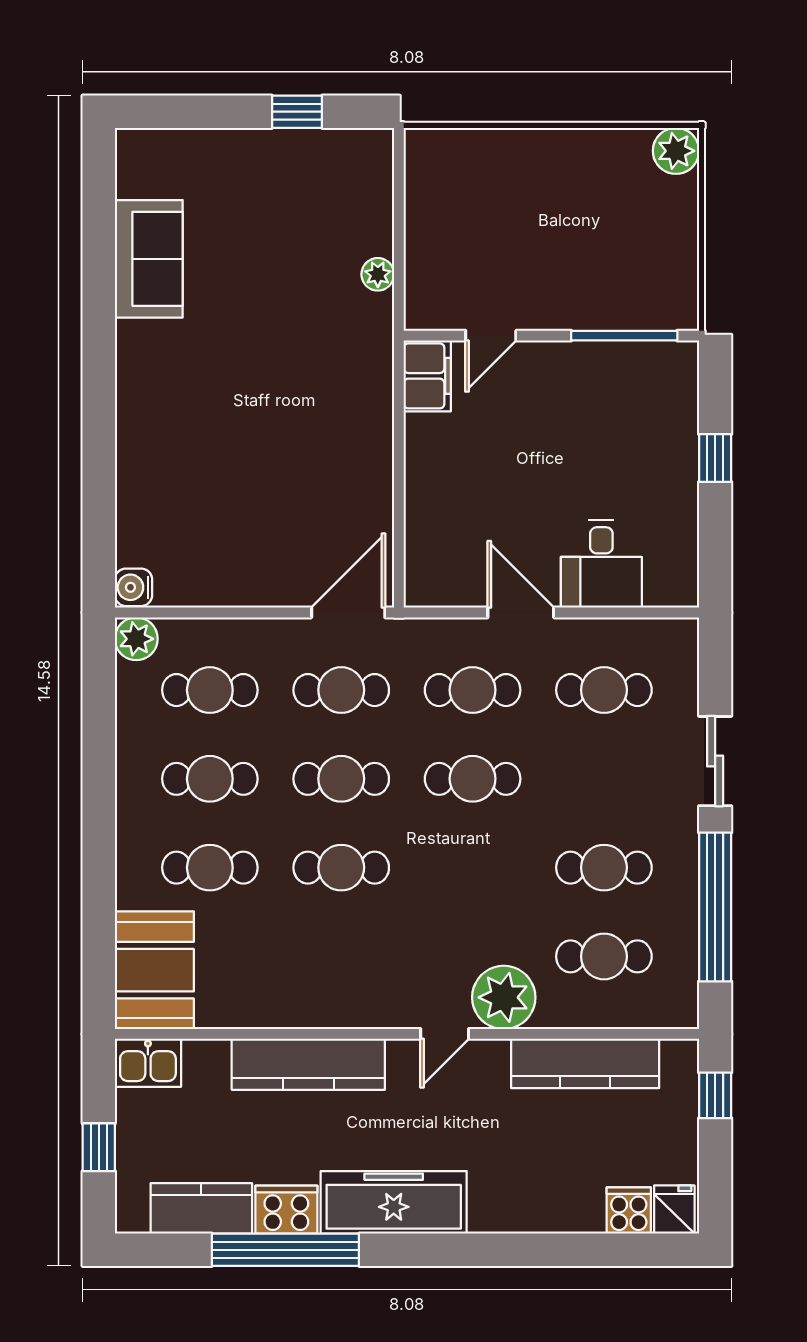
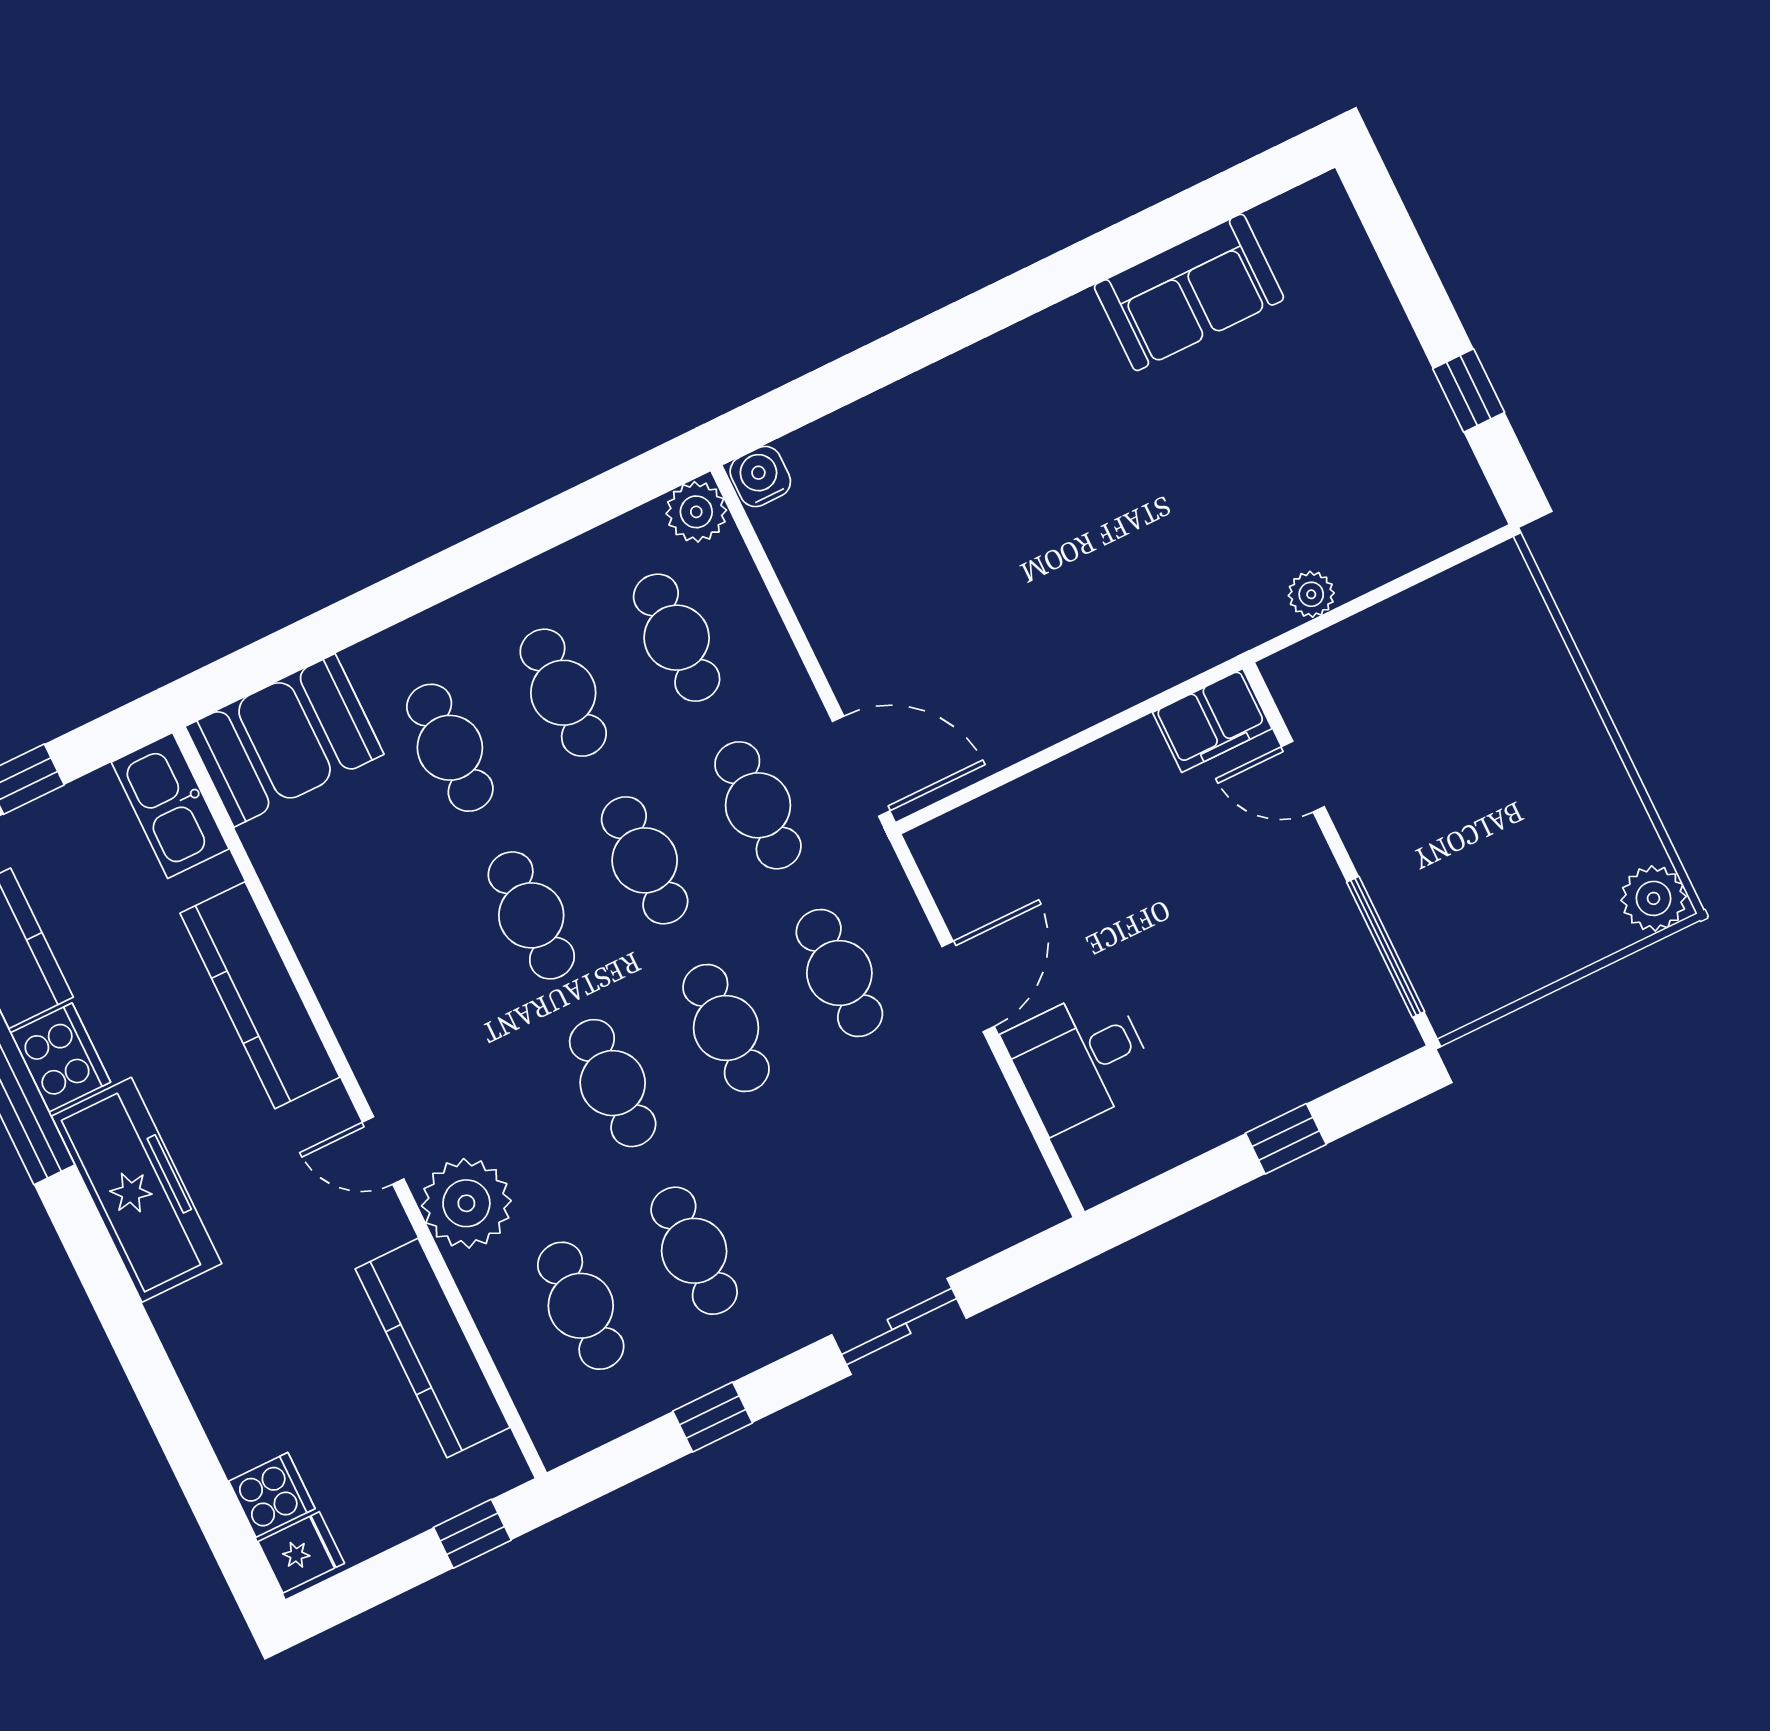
cafe table: (604, 690) -> (613, 1083), moved
window: (715, 907) -> (713, 1417), width x0.32
kitchen sink: (148, 1063) -> (170, 806), width x1.38

